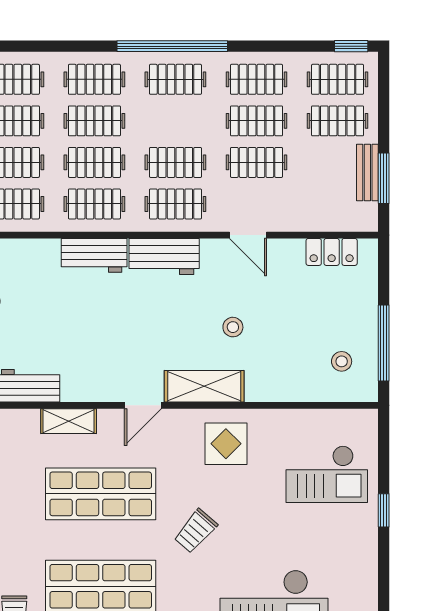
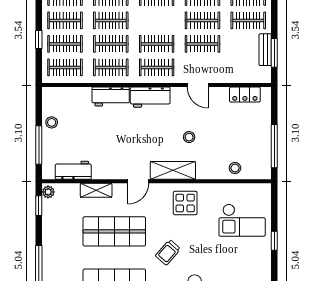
stool: (342, 361) -> (235, 168), moved

